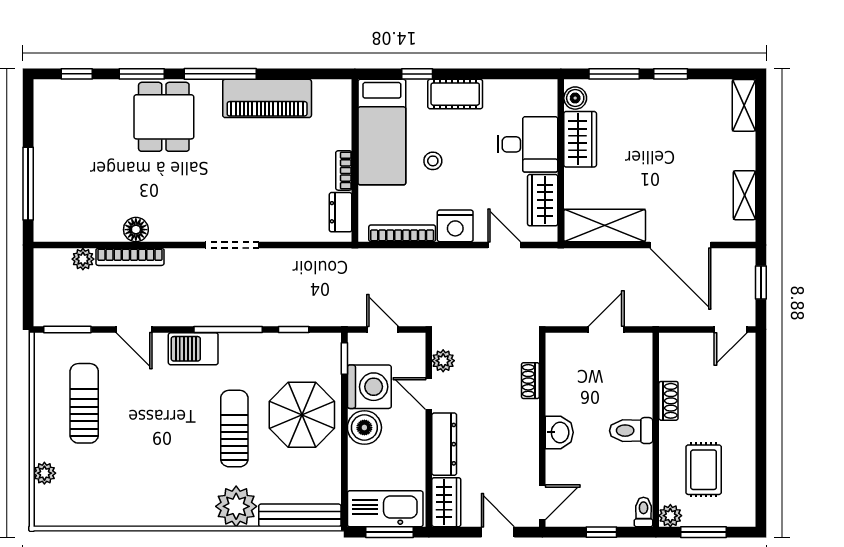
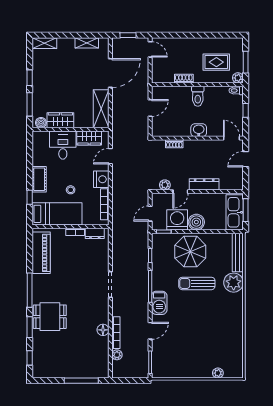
piano: (267, 98) -> (41, 253), moved
door: (606, 329) -> (150, 108), swing flipped
sun lounger: (84, 403) -> (185, 354), removed
wardrobe: (446, 502) -> (232, 183), removed

